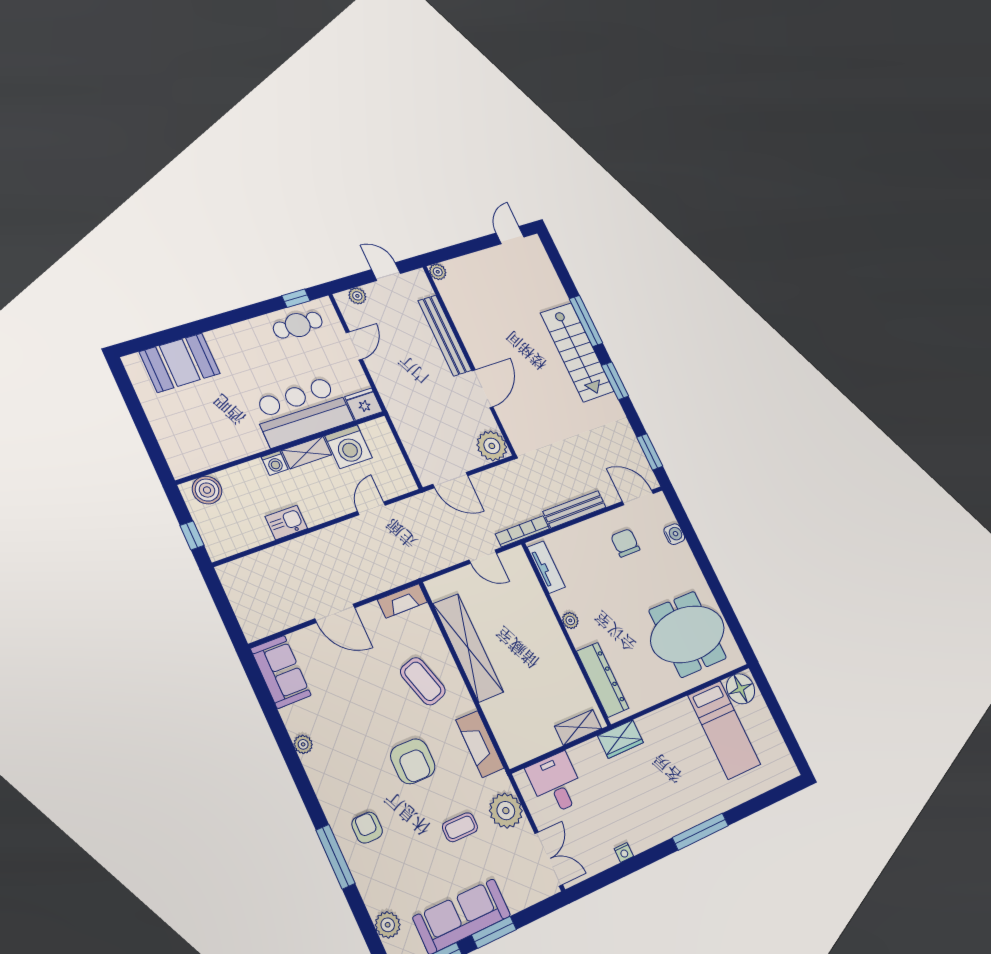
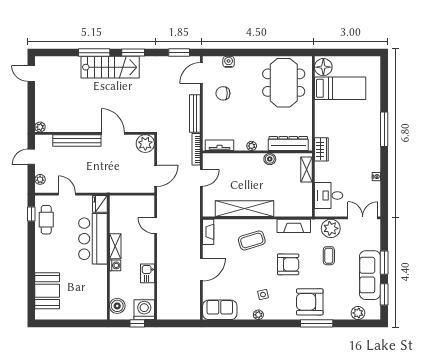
washing machine: (349, 447) -> (144, 310), moved, turned -90
boiler: (565, 659) -> (270, 159), added
side table: (342, 738) -> (263, 295), added
armchair: (367, 828) -> (310, 302), width x1.88, depth x1.88

